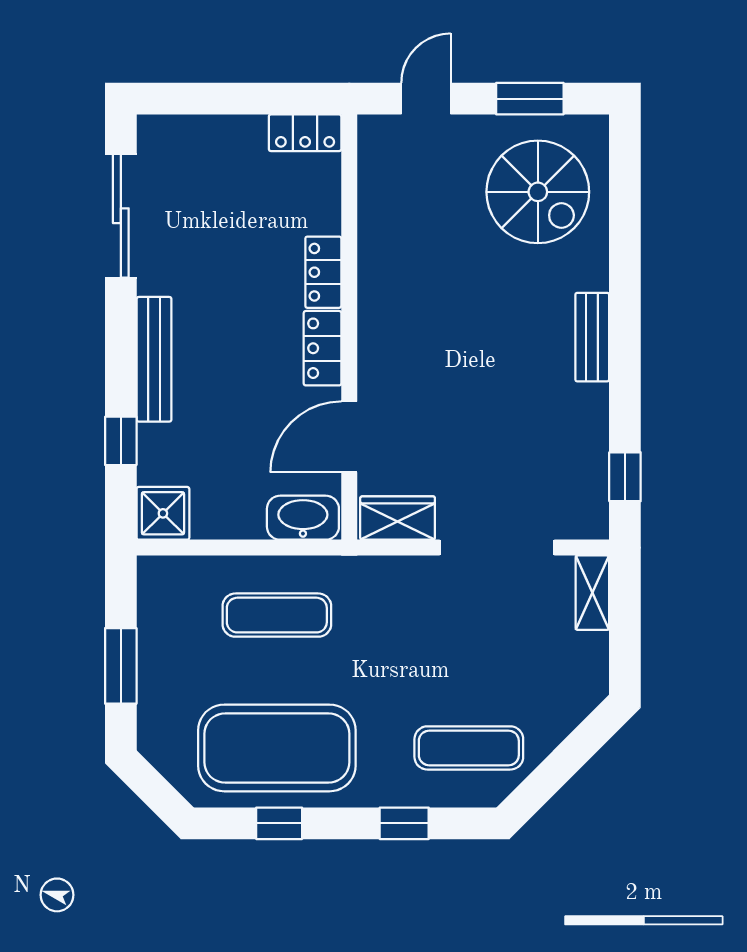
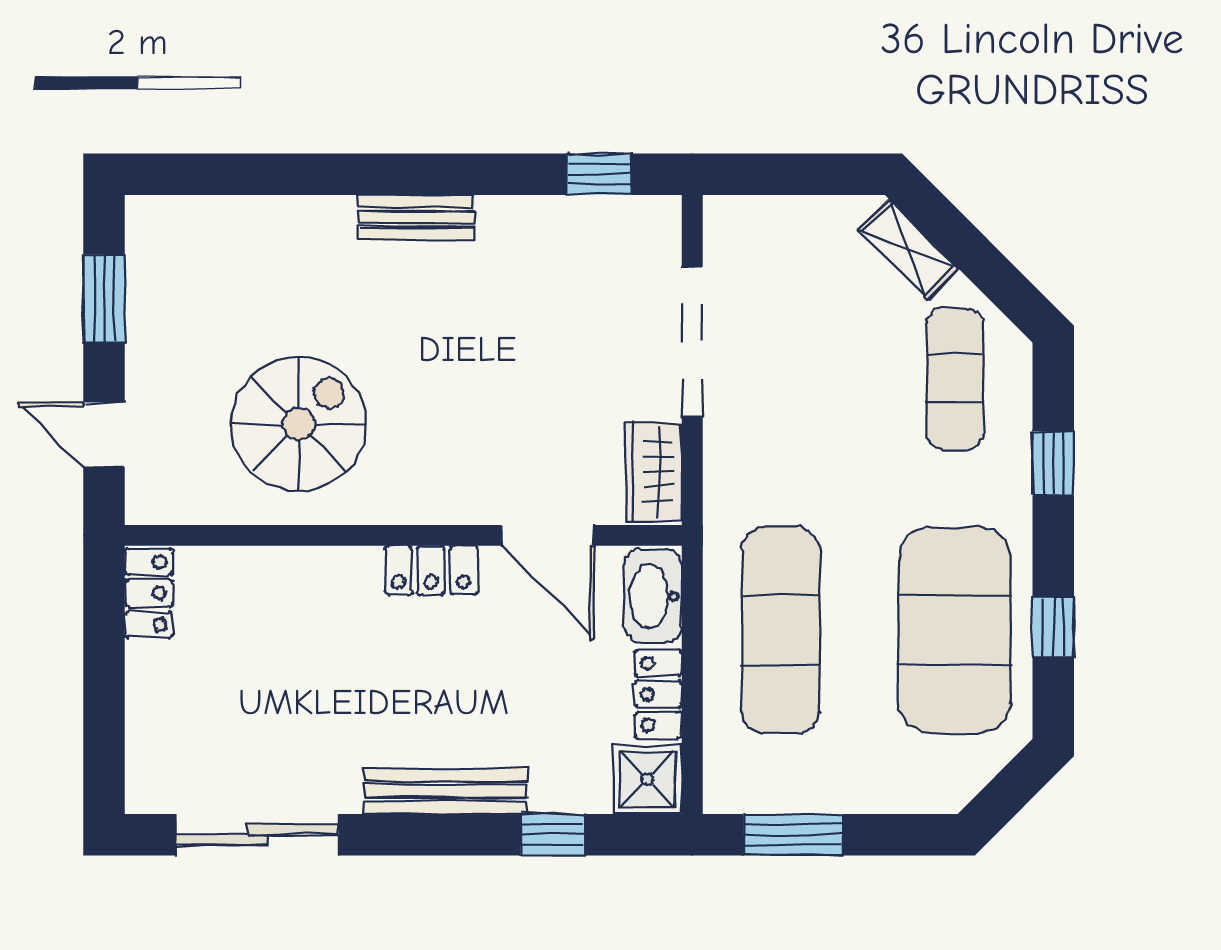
spiral stairs: (538, 192) -> (298, 424), moved
locker: (323, 272) -> (658, 694), moved, turned 90
shelving: (592, 593) -> (908, 249), moved, turned 45
exercise mat: (277, 615) -> (781, 630), width x1.36, depth x1.45
window: (121, 666) -> (793, 835), moved

